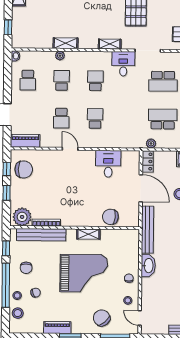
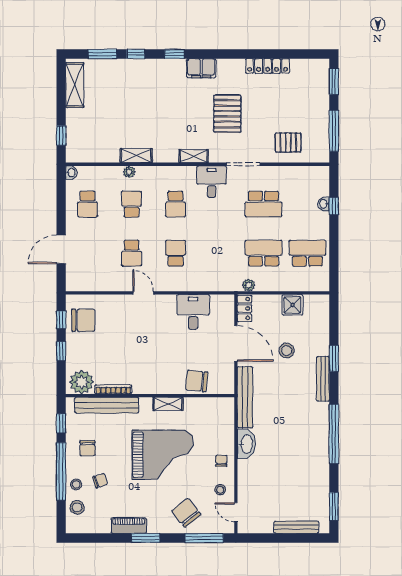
school desk: (95, 81) -> (176, 204), turned 180
piano: (25, 141) -> (85, 283), removed

